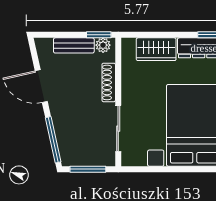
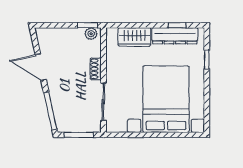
bench: (74, 45) -> (67, 34), removed
shoe rack: (109, 82) -> (96, 69), width x0.70

